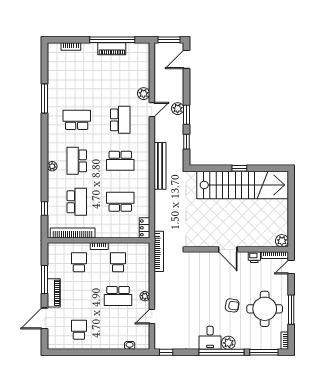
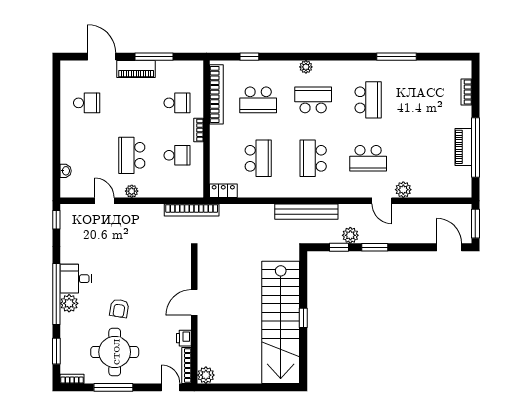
plant: (178, 109) -> (350, 235), moved
window: (264, 352) -> (56, 351), width x0.69

